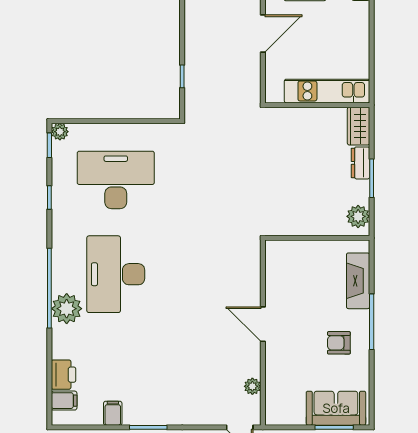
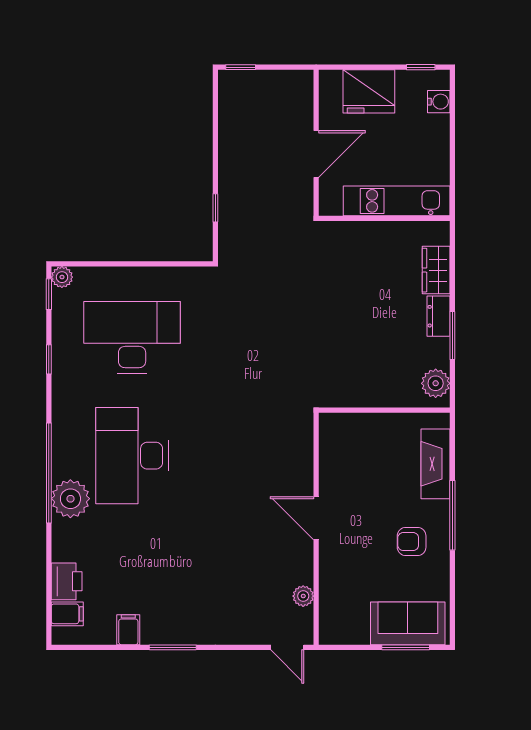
kitchen unit: (327, 91) -> (397, 201), moved
wall: (317, 105) -> (384, 218), moved

